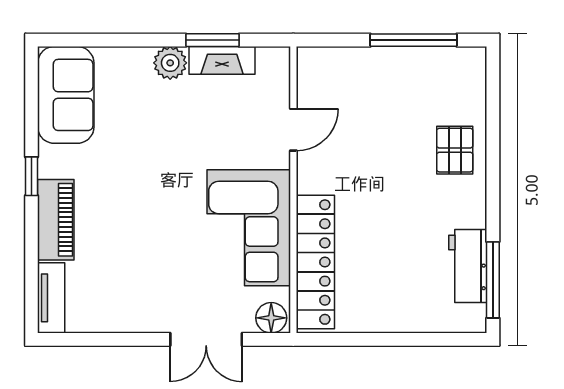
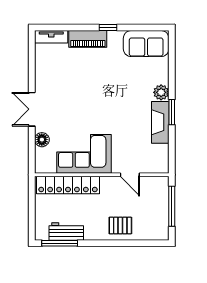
fireplace: (222, 60) -> (160, 122), width x1.37, depth x1.32
door: (293, 130) -> (130, 175), moved
wall: (293, 190) -> (102, 175), moved
corner sofa: (249, 228) -> (84, 154), moved
locker: (315, 262) -> (68, 185), moved

